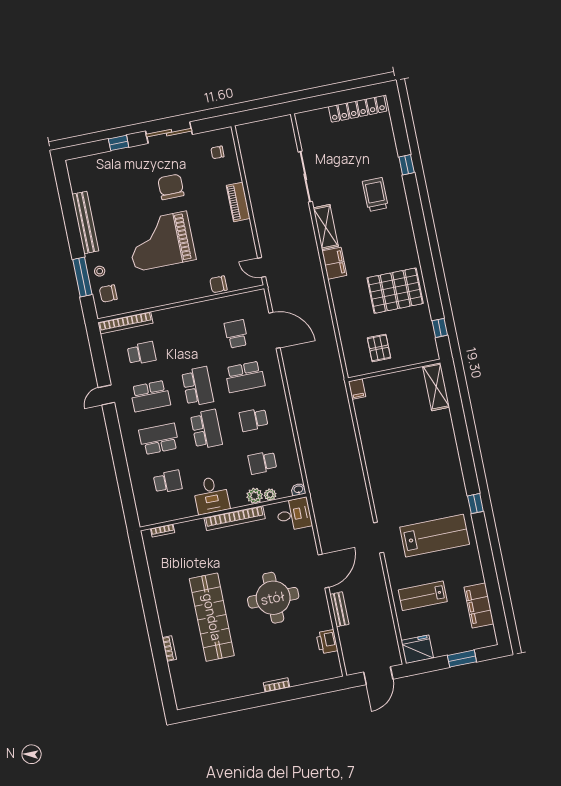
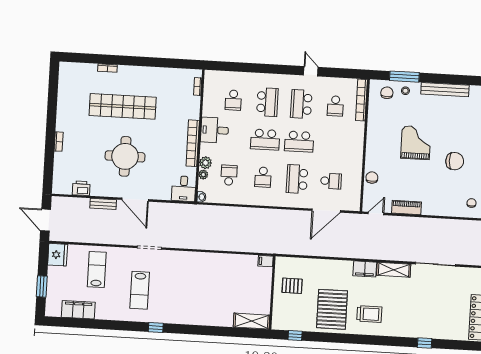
trolley: (375, 195) -> (369, 314), moved
piano: (238, 202) -> (406, 208), moved
grand piano: (161, 241) -> (416, 143), width x0.73, depth x0.68
school desk: (254, 420) -> (263, 177), turned 180
lab bench: (435, 536) -> (140, 290), width x0.73, depth x0.72

